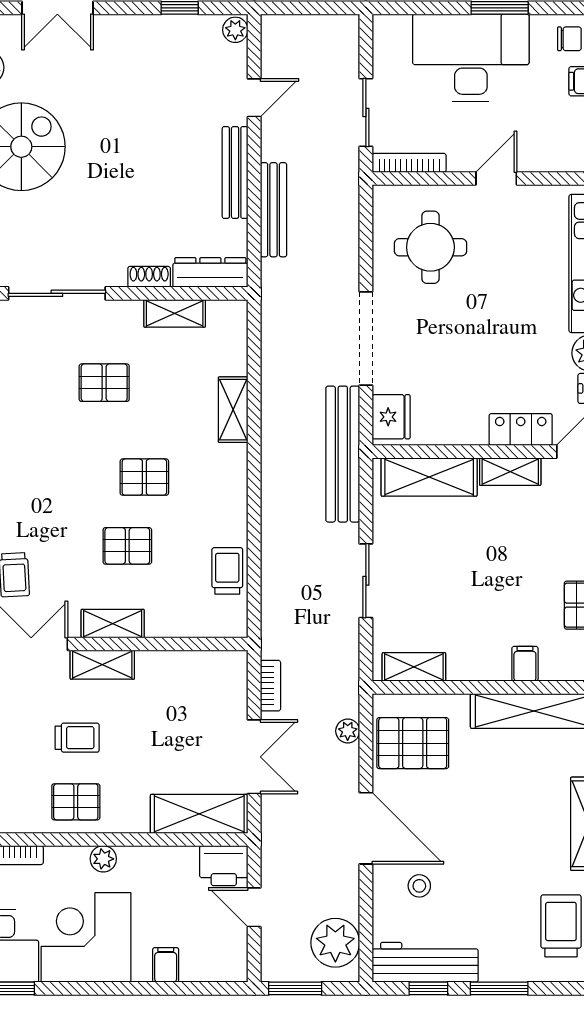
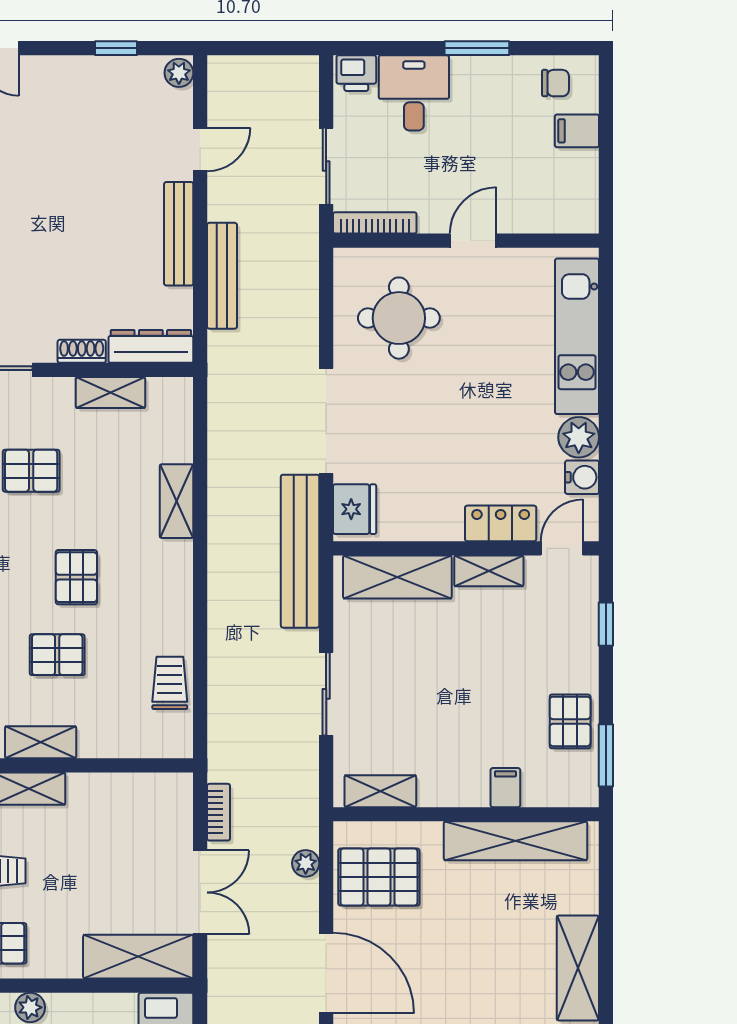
printer: (393, 30) -> (356, 73), added
desk: (471, 58) -> (414, 93), width x0.53, depth x0.77
pallet: (144, 477) -> (76, 577), turned 90

